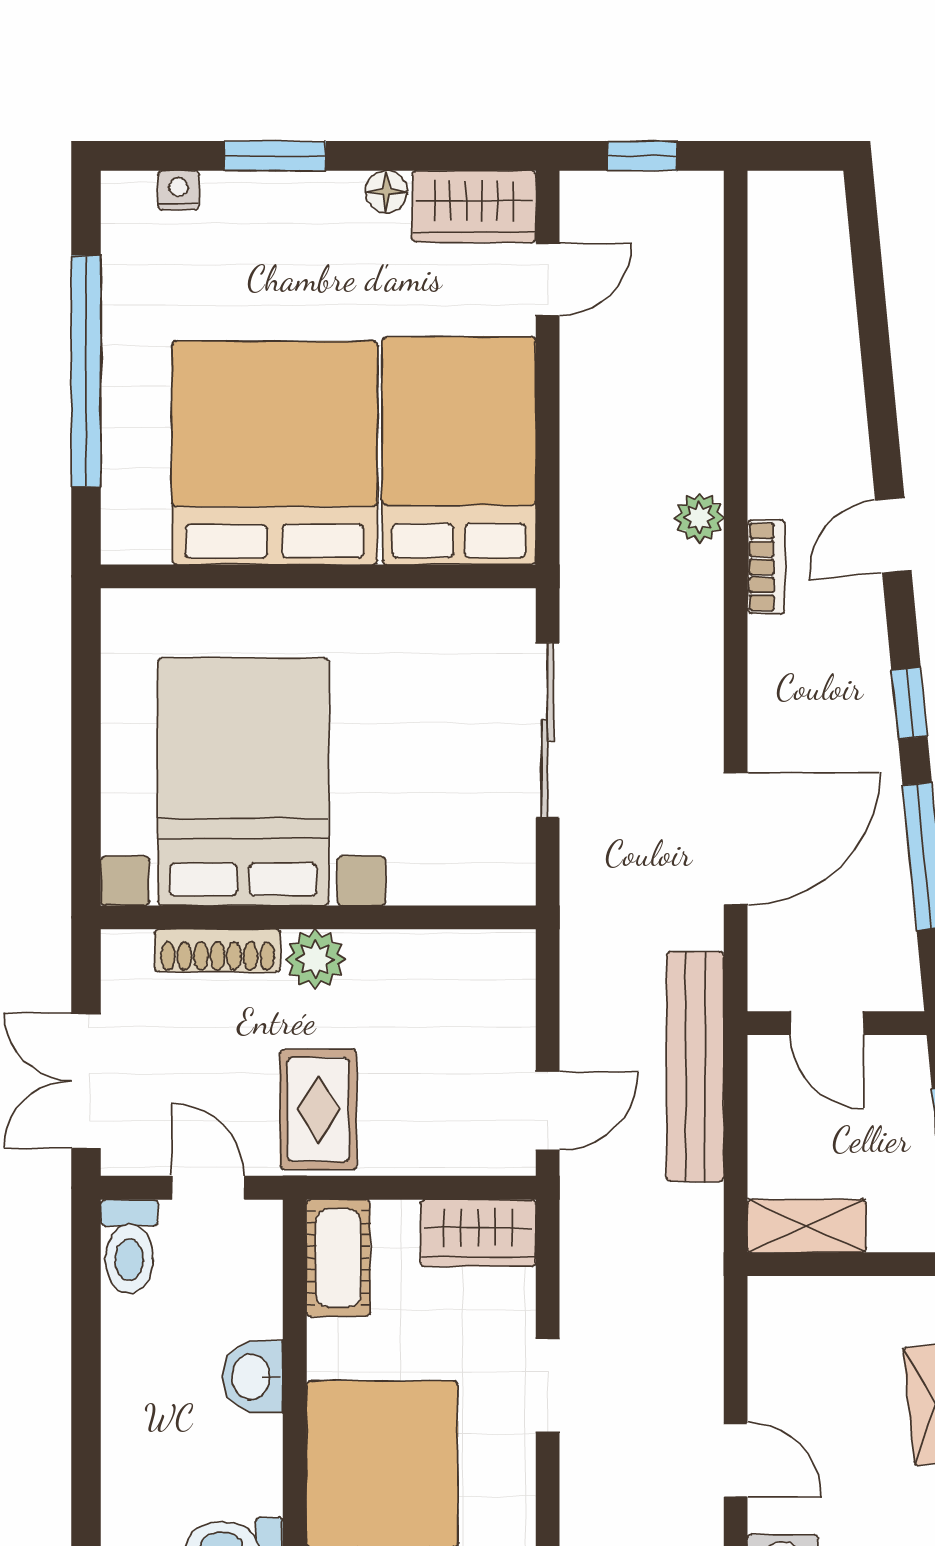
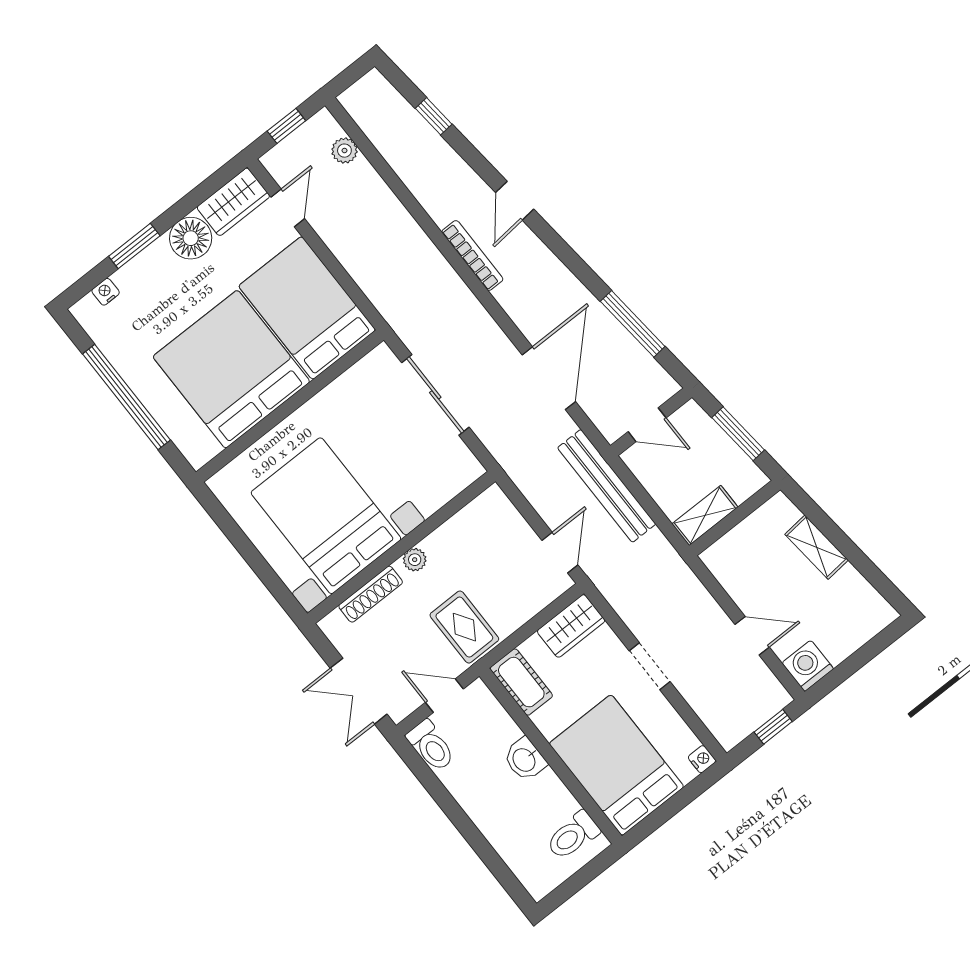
floor lamp: (386, 192) -> (191, 238), width x1.89, depth x1.89
plant: (699, 517) -> (344, 151), moved
bookcase: (766, 567) -> (472, 256), width x1.56
window: (909, 703) -> (434, 116), moved
plant: (315, 959) -> (415, 560), width x0.73, depth x0.73

